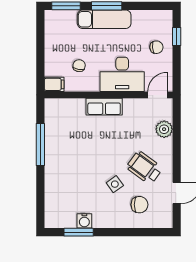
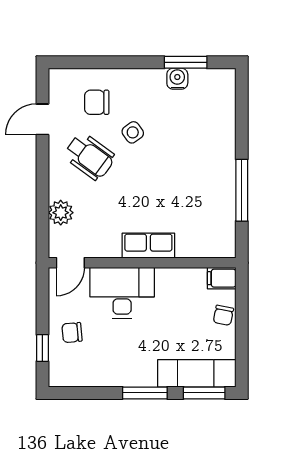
exam couch: (104, 19) -> (197, 373), moved
chair: (79, 66) -> (223, 315), moved

